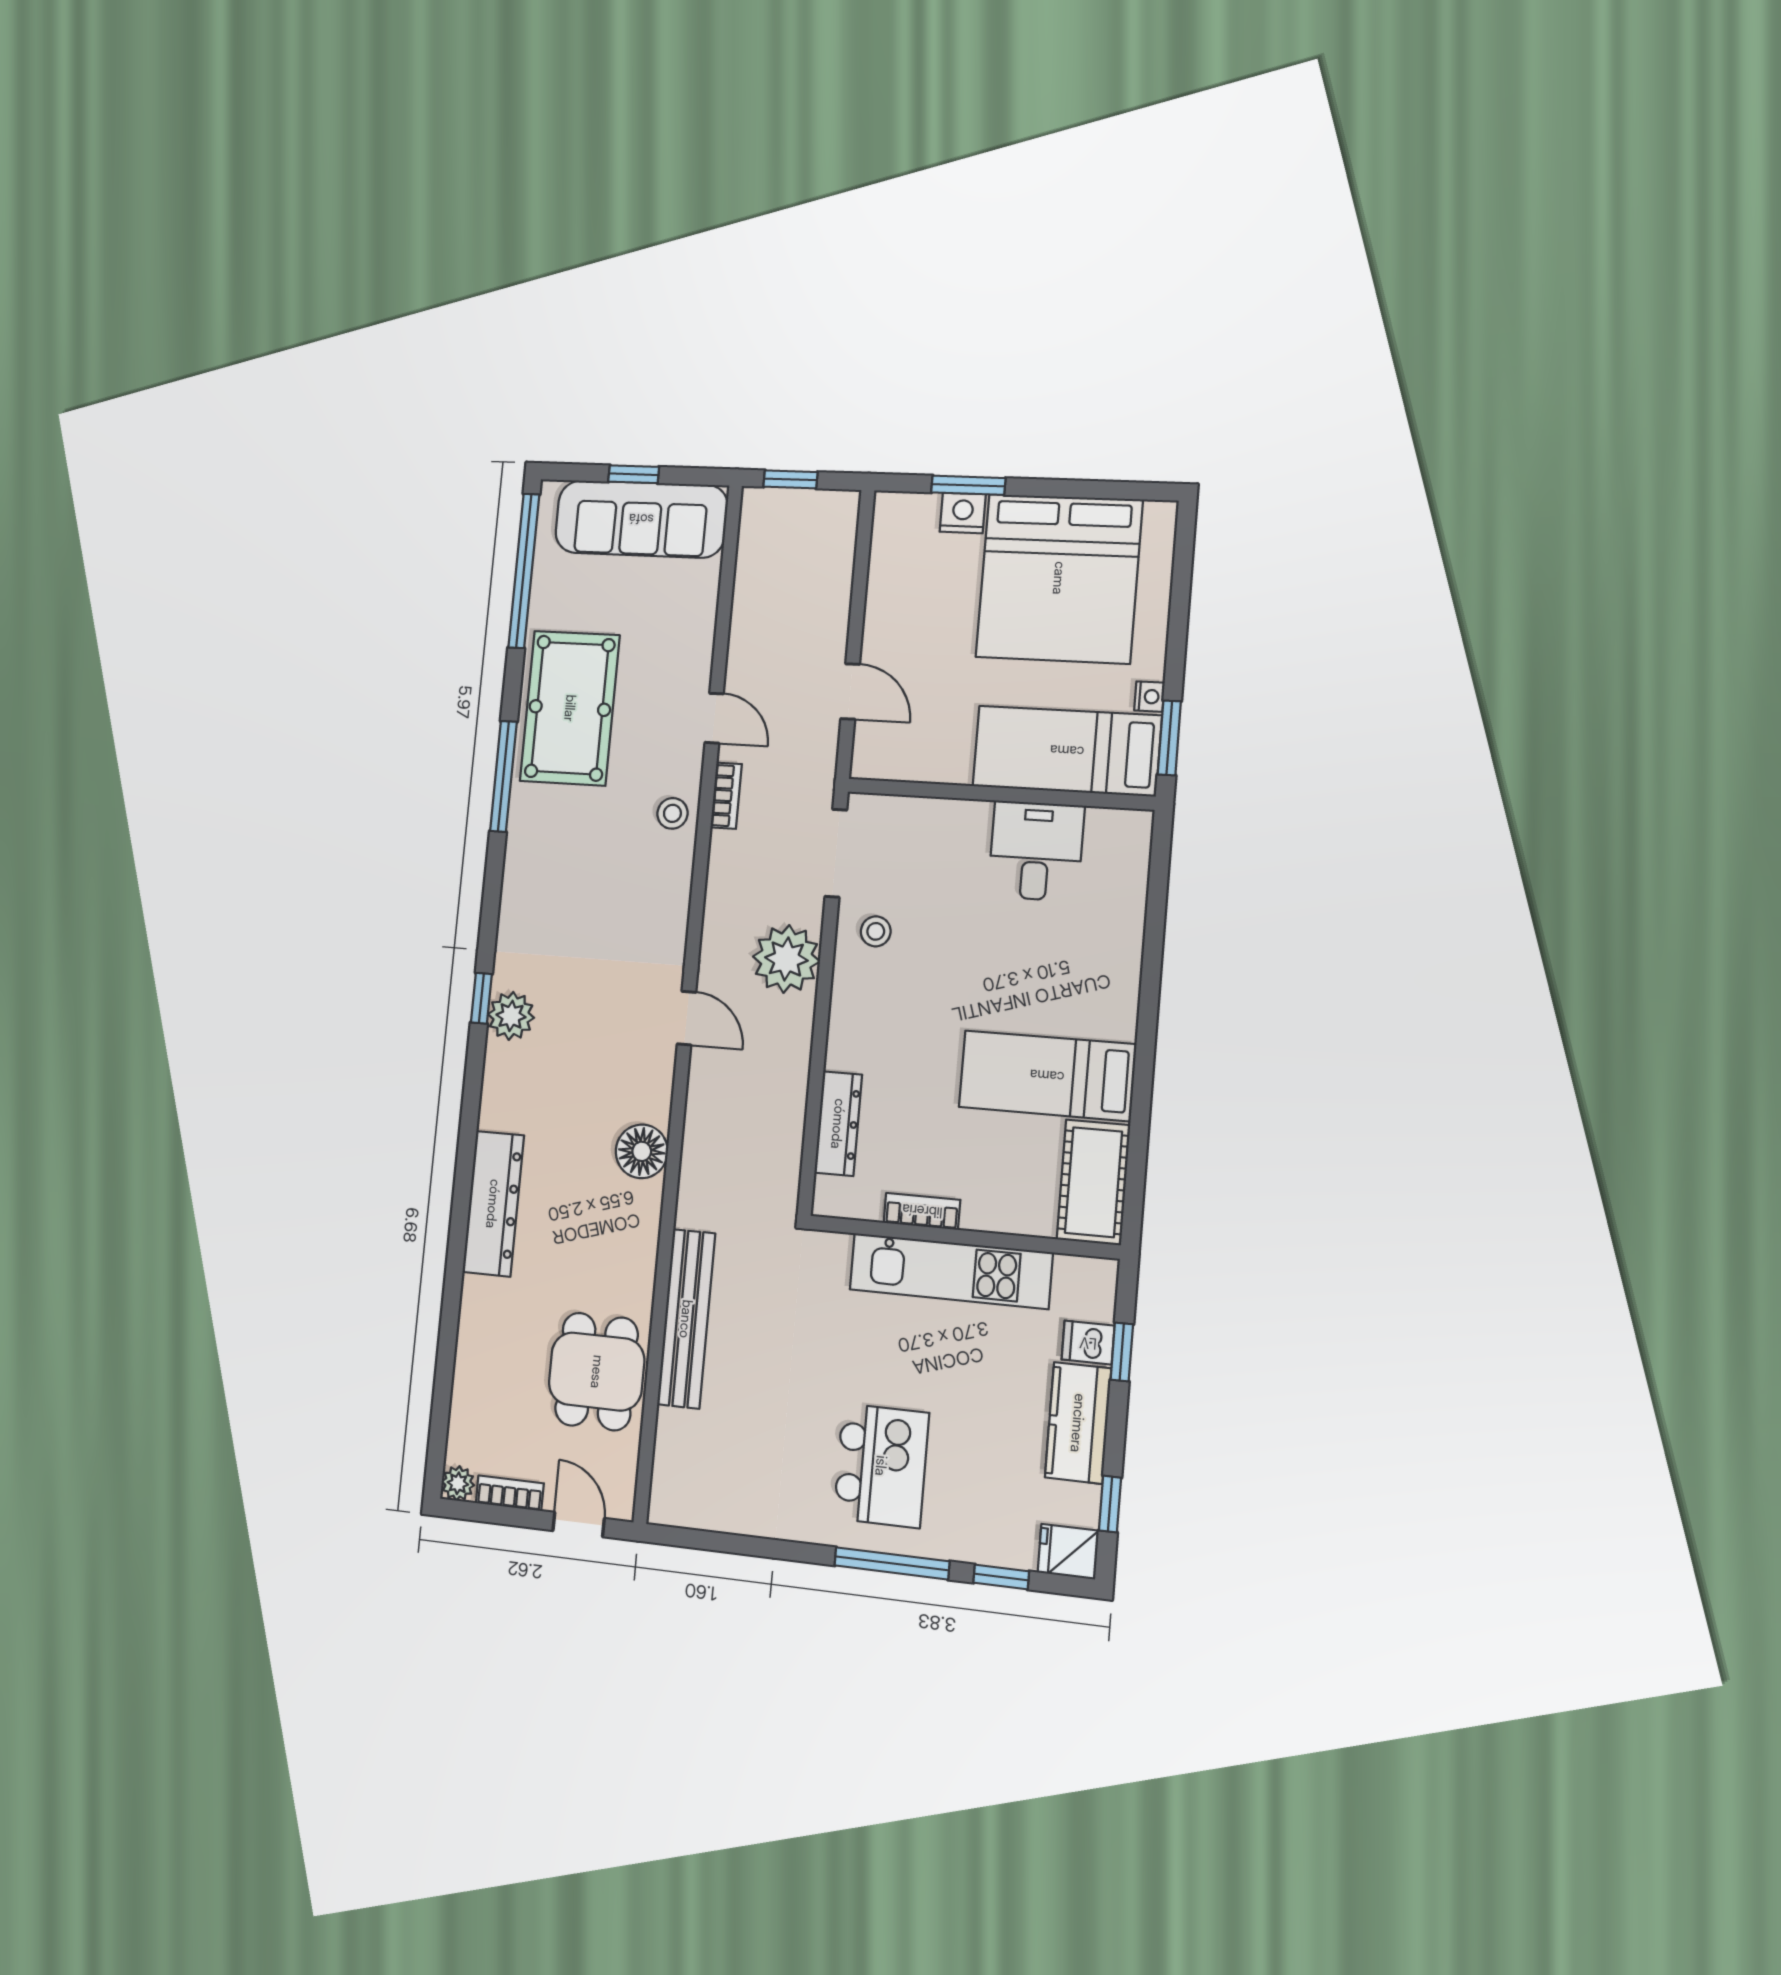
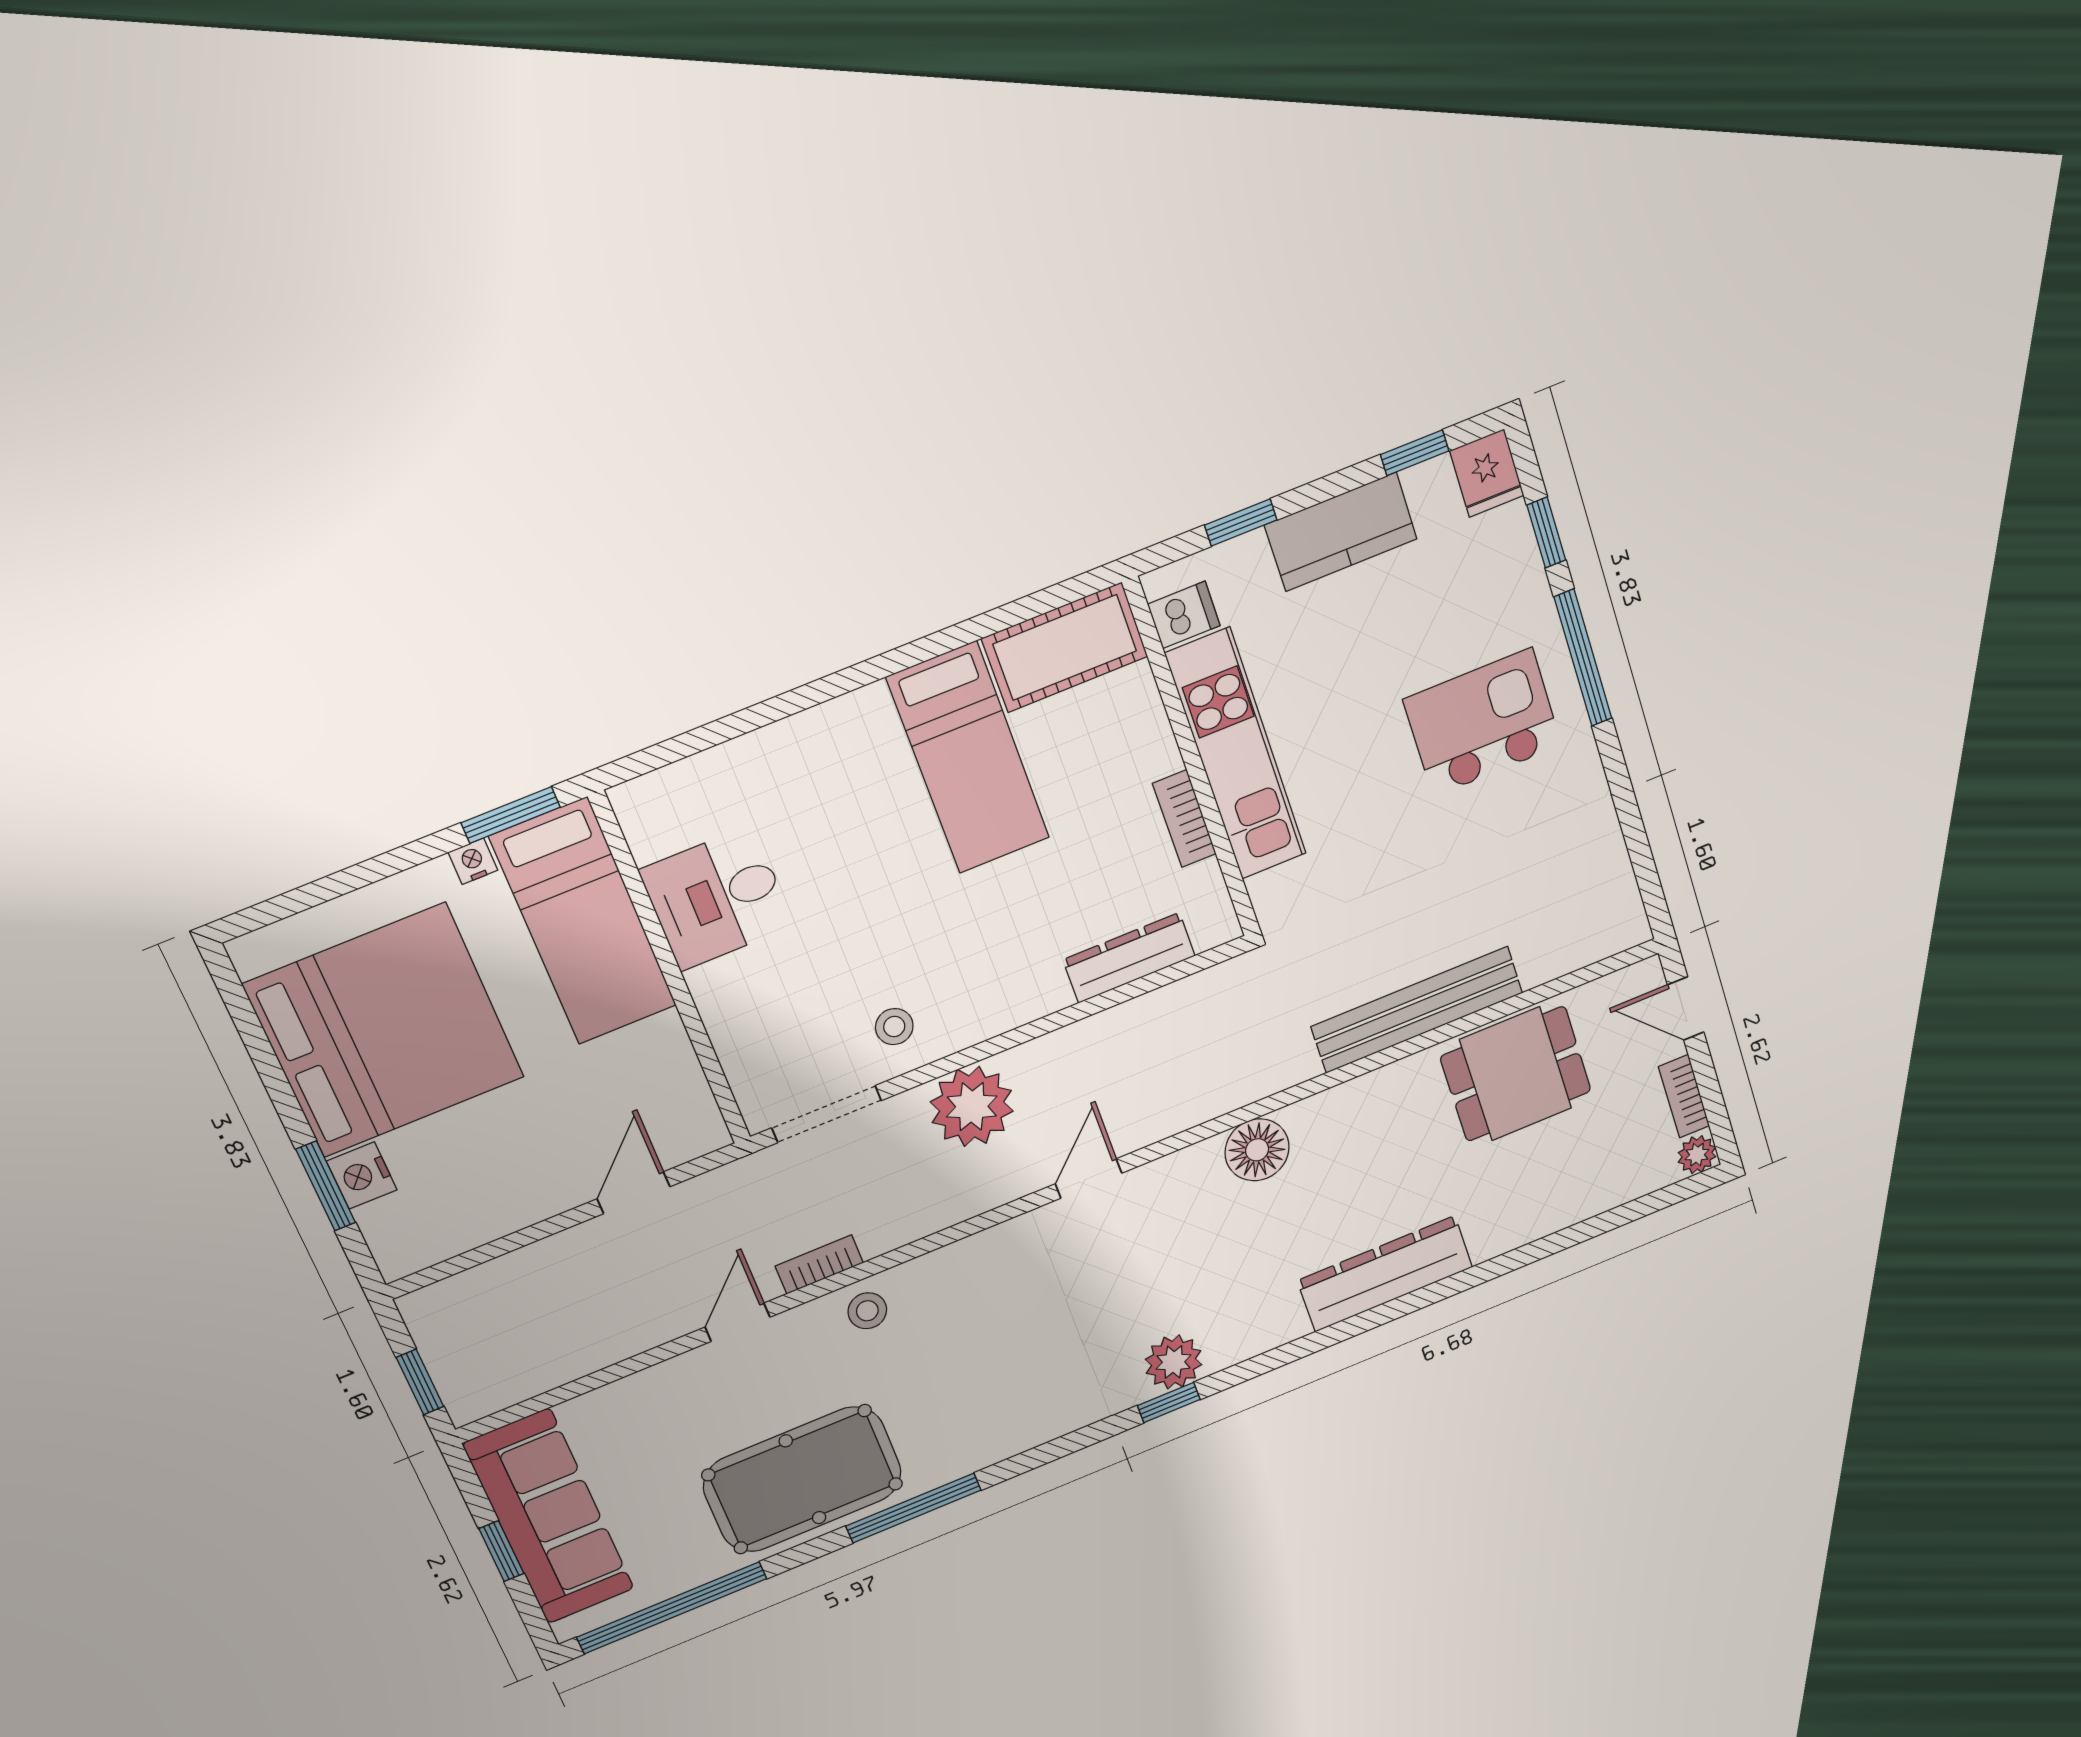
dishwasher: (1088, 1343) -> (1184, 615), moved, turned -90
door: (579, 1525) -> (1686, 1008), hinge flipped

